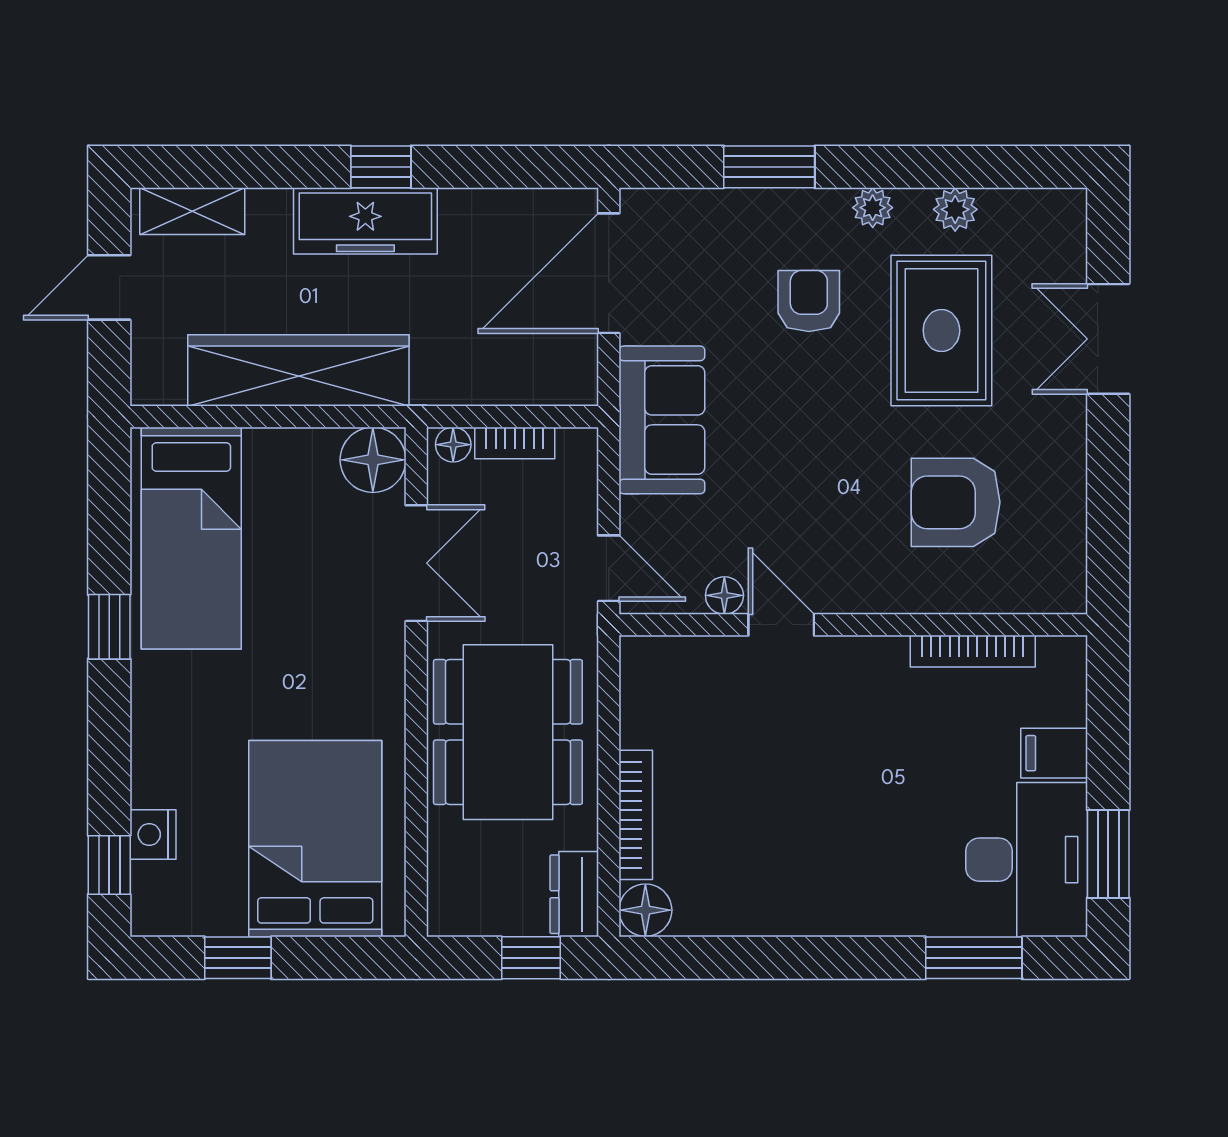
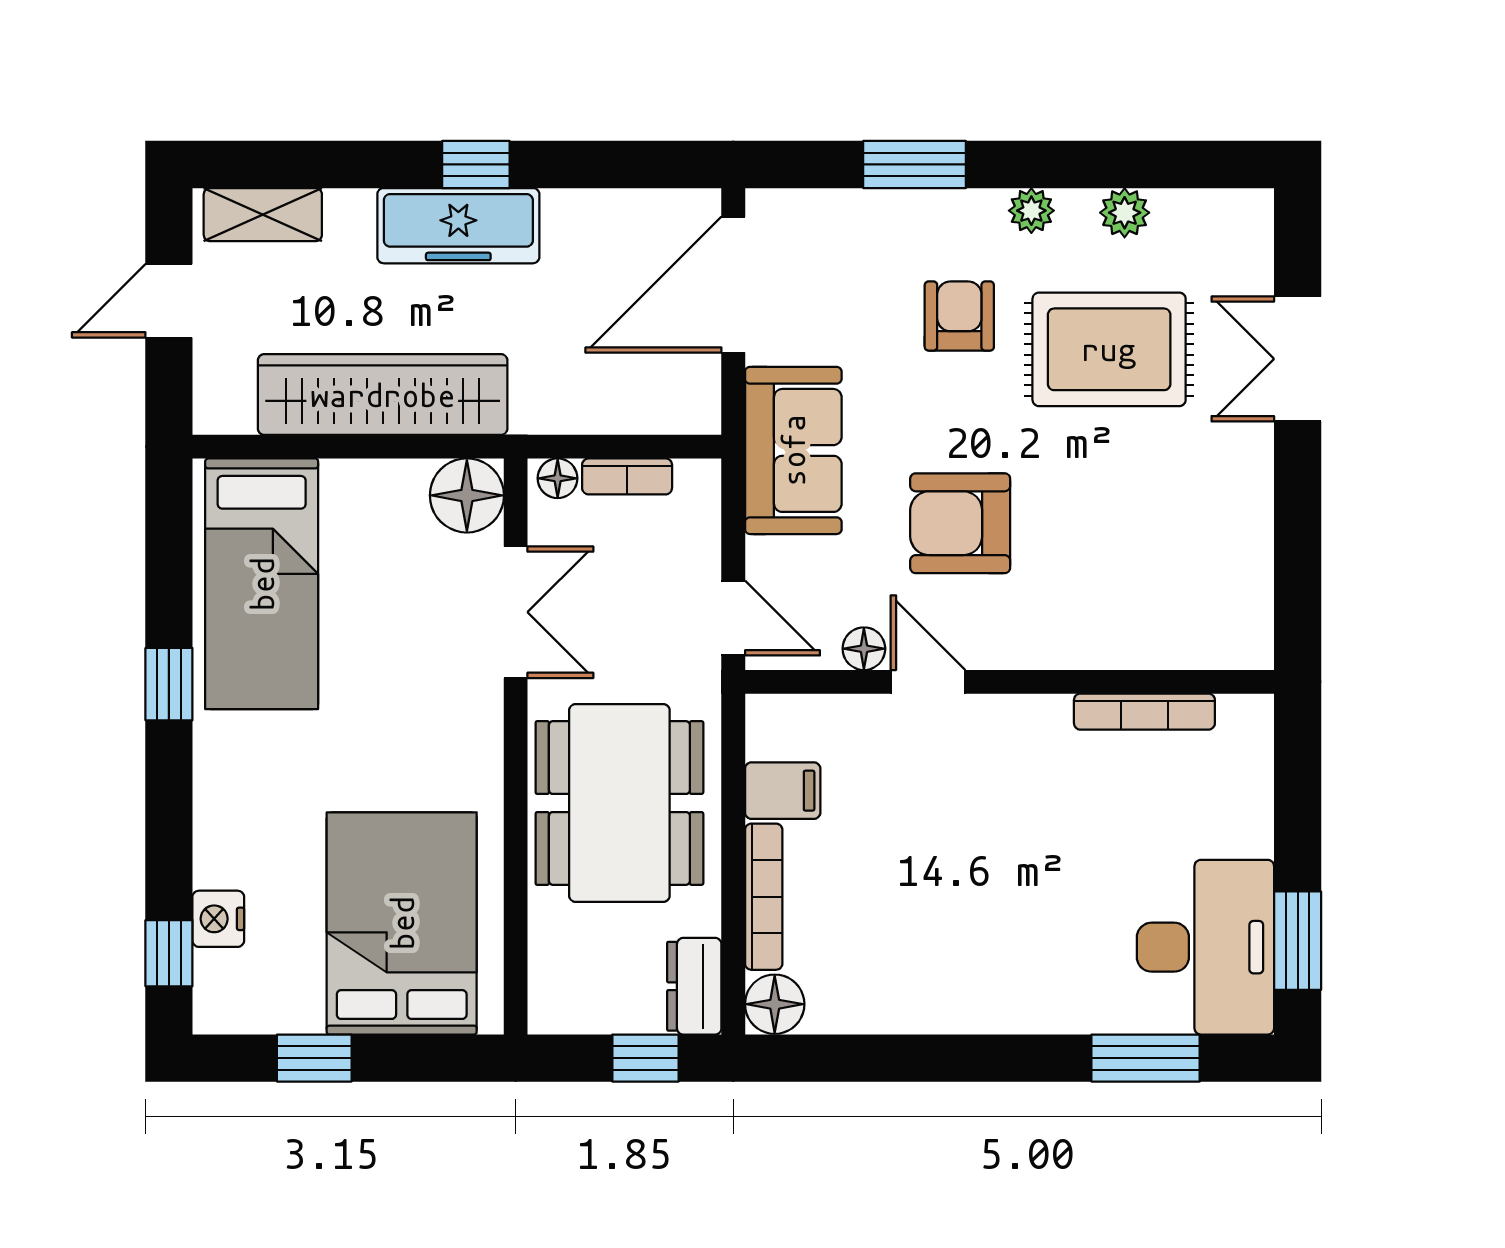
rug: (941, 330) -> (1109, 349), turned 90
armchair: (956, 502) -> (960, 523), moved
filing cabinet: (1054, 753) -> (783, 791), moved, turned 180

